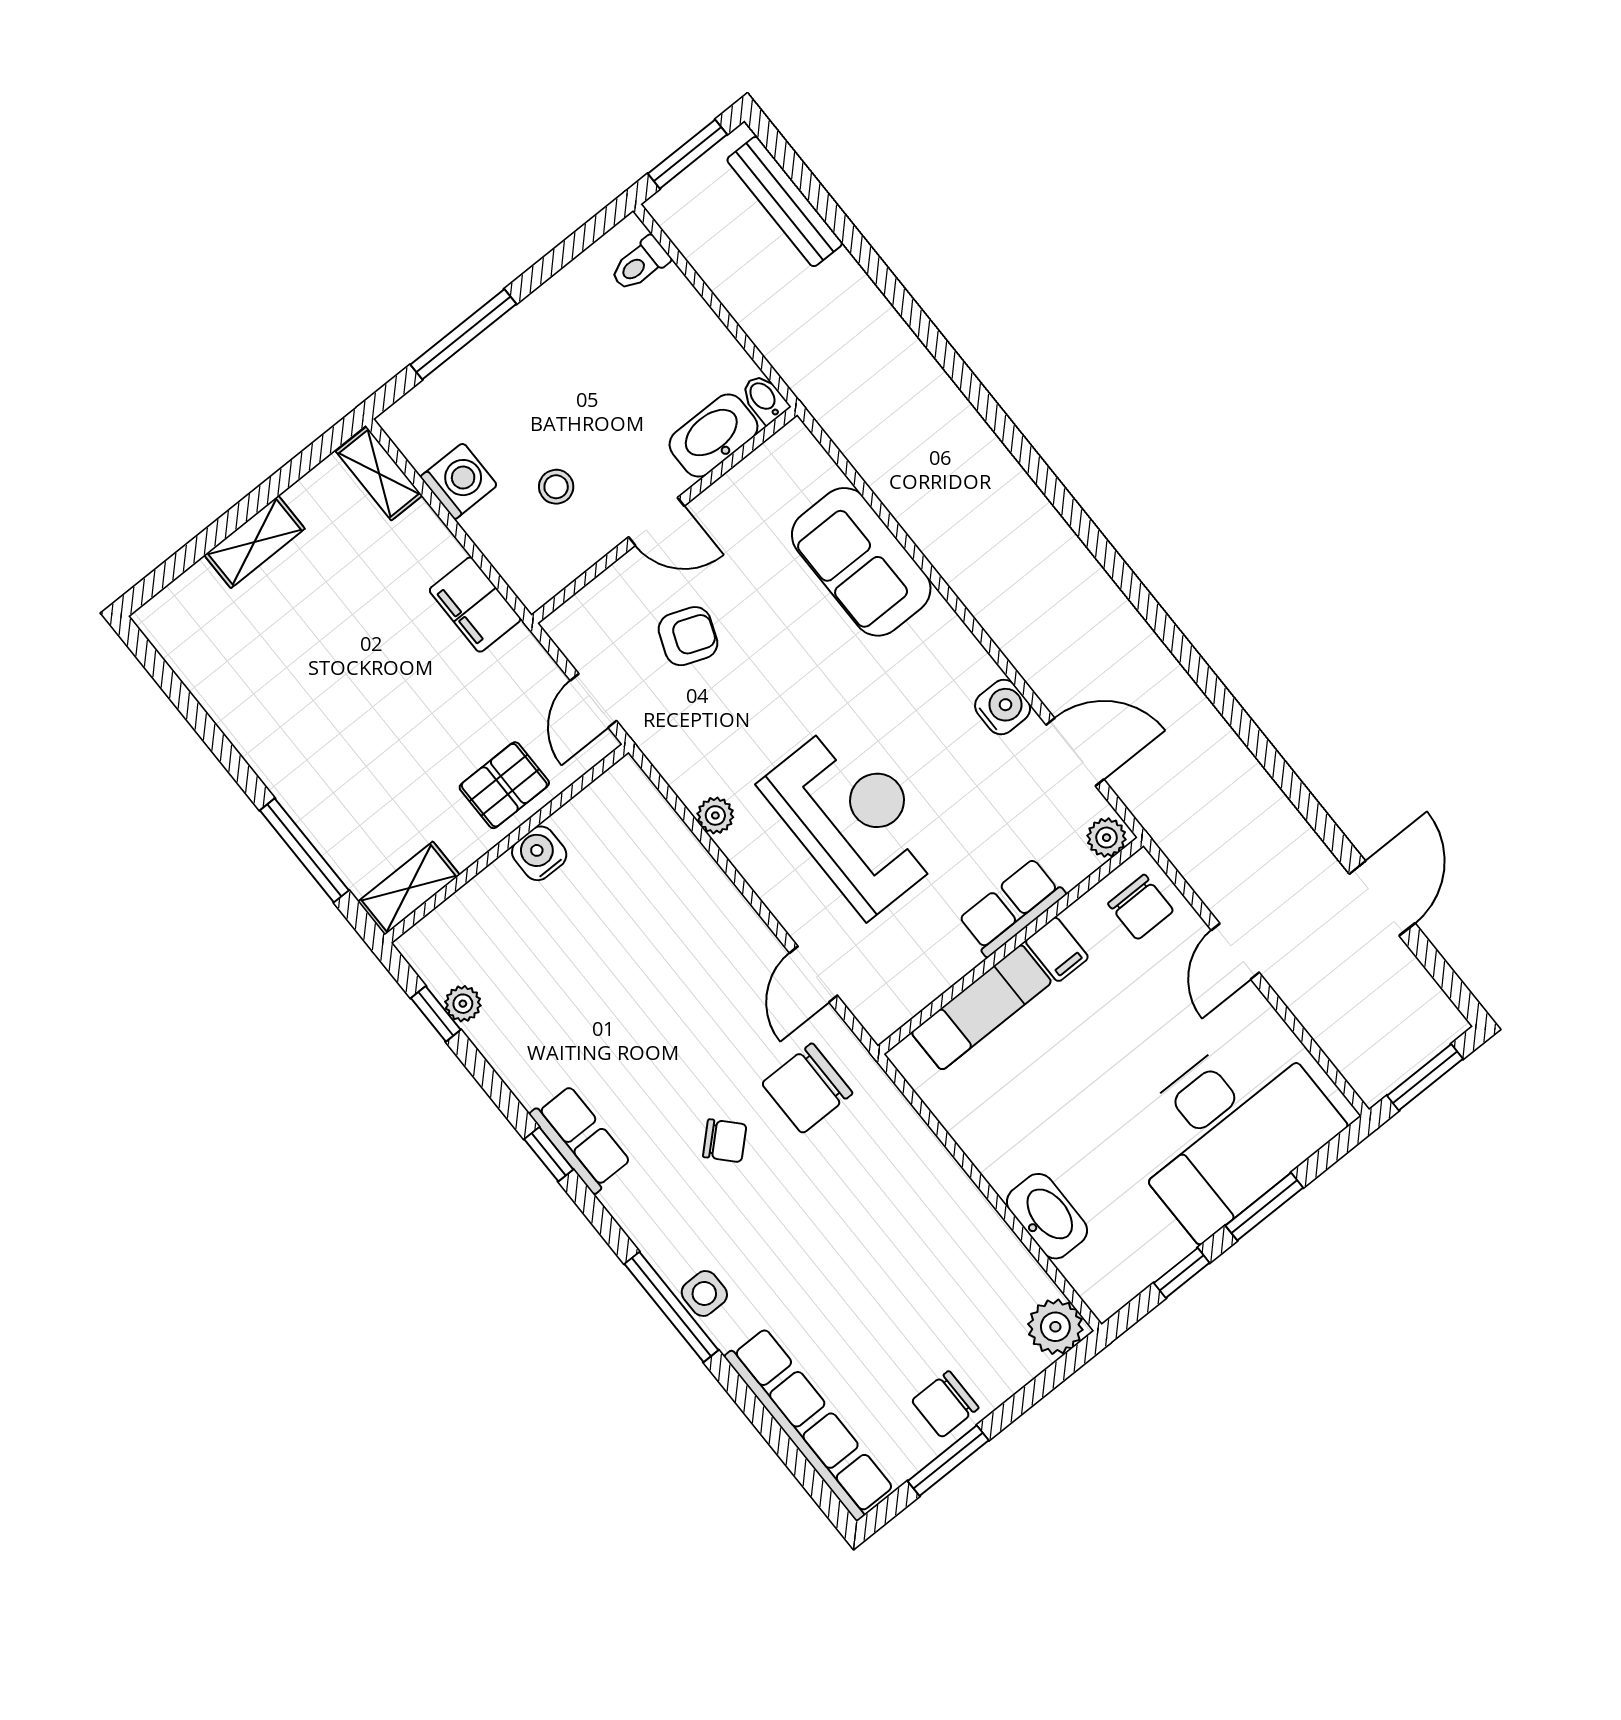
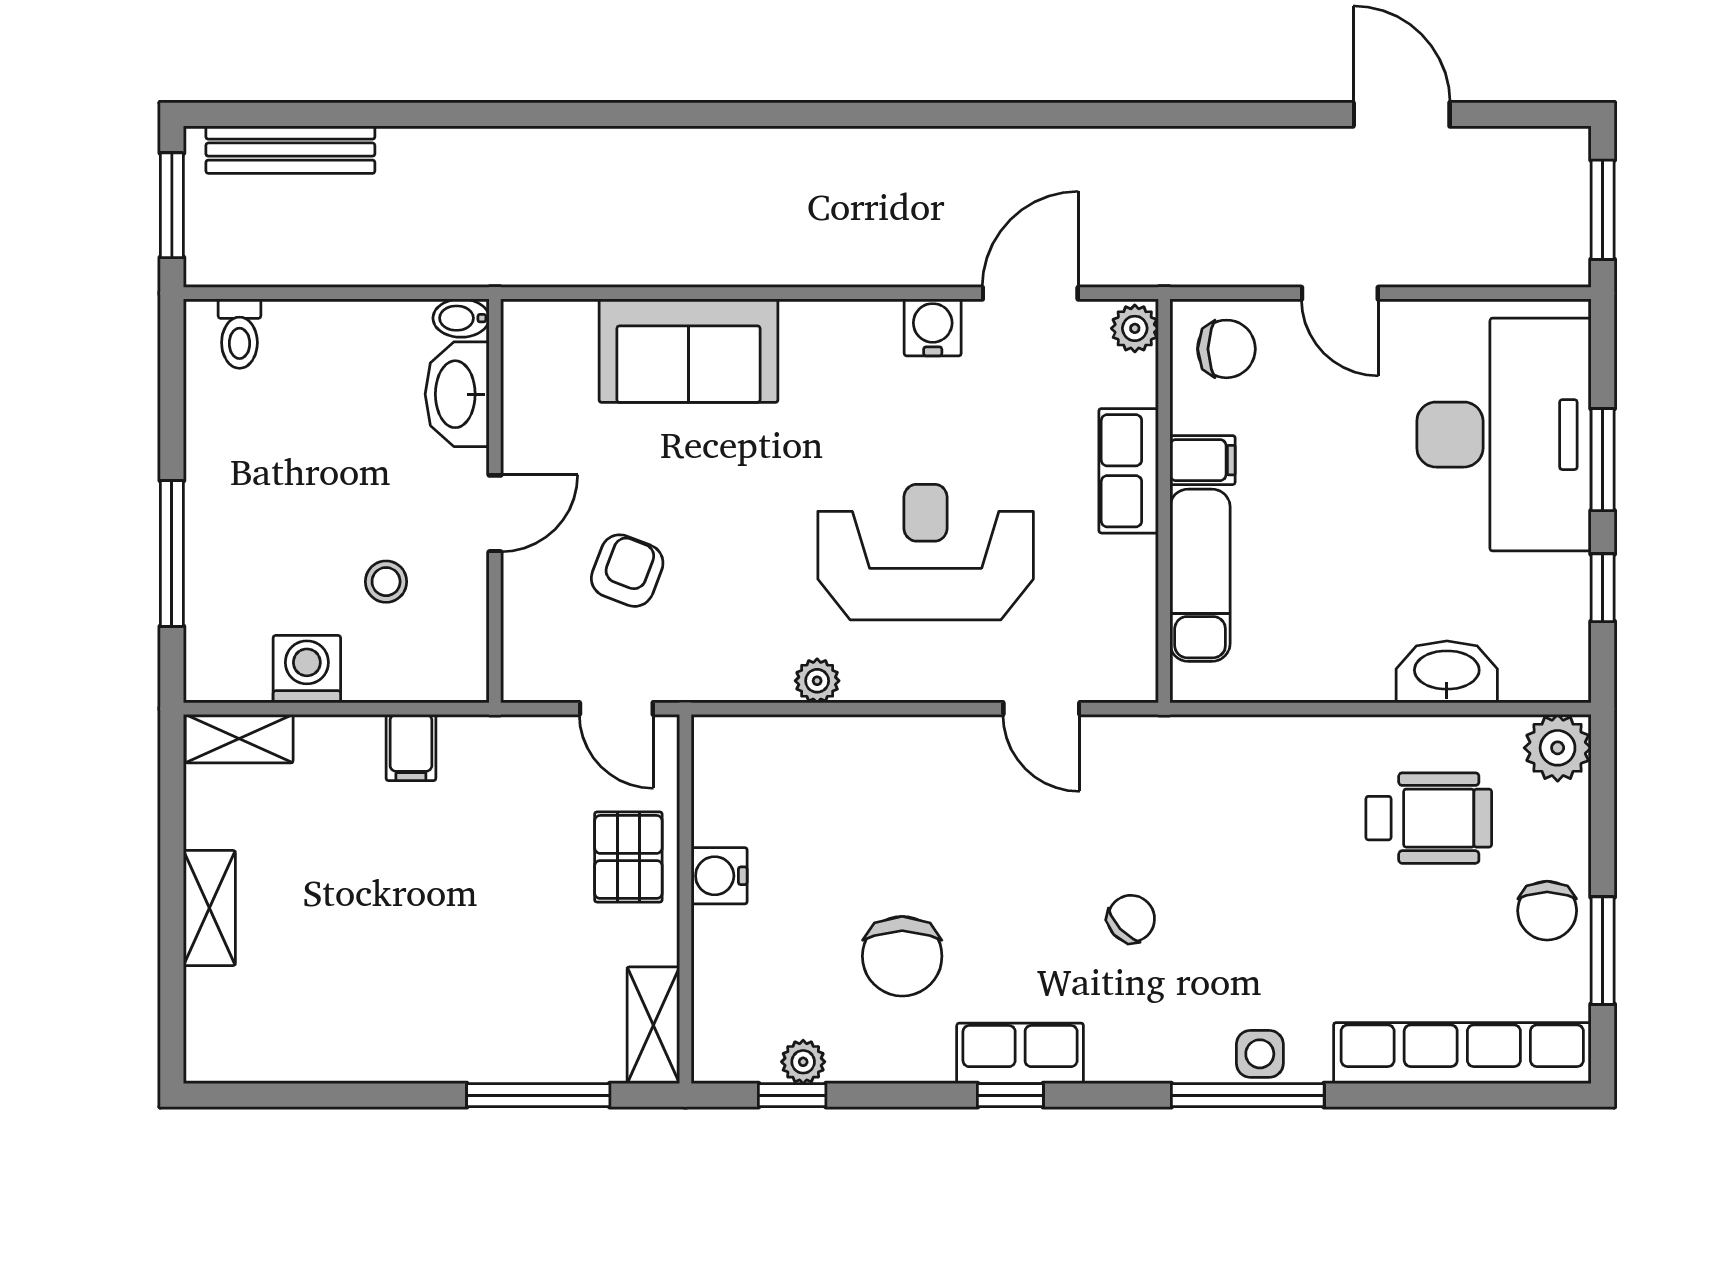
filing cabinet: (475, 605) -> (411, 748), width x0.50
chair: (807, 1088) -> (902, 956), moved
wheelchair: (943, 1280) -> (1429, 818), added

